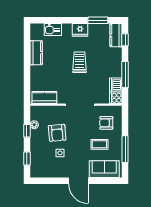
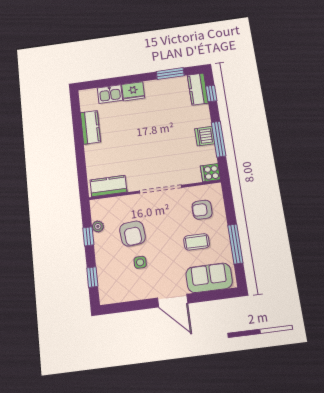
fridge: (80, 30) -> (133, 91), moved
trolley: (79, 62) -> (152, 131), removed
dishwasher: (116, 85) -> (205, 136), moved

